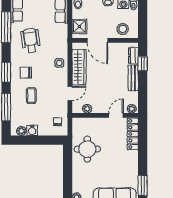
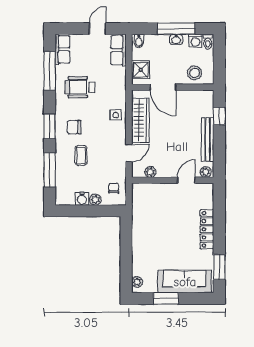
wheelchair: (31, 40) -> (80, 87), turned -82
dresser: (133, 56) -> (208, 106), removed
bench: (133, 78) -> (208, 139), width x1.36
plant: (21, 131) -> (95, 200), moved
locker: (133, 134) -> (207, 229), moved
round table: (87, 149) -> (151, 222), removed

